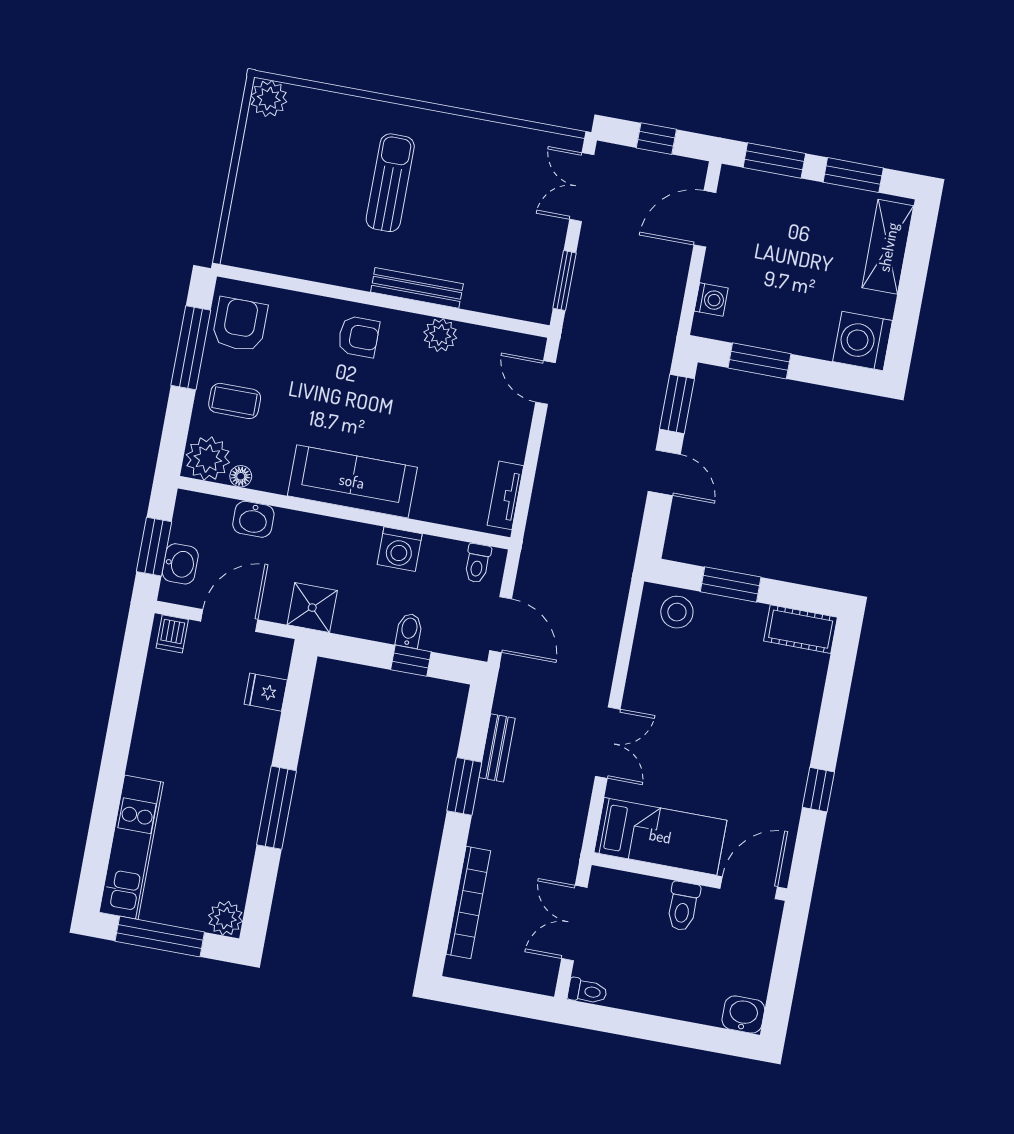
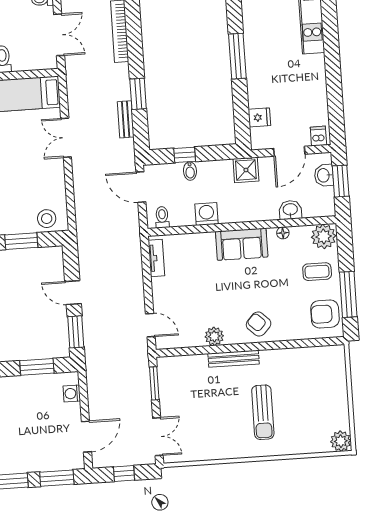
armchair: (240, 325) -> (325, 314), turned 90
armchair: (359, 337) -> (259, 324), turned 43
floor lamp: (241, 476) -> (283, 233), moved
sofa: (352, 481) -> (242, 244), width x0.73

